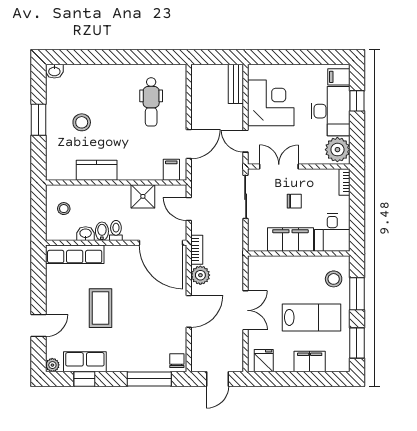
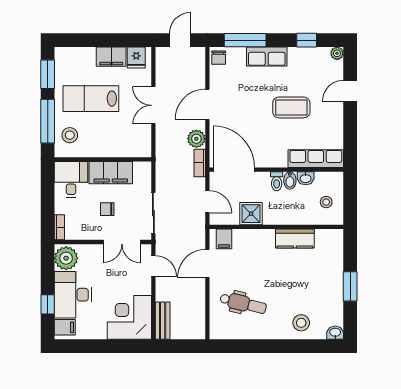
dental chair: (151, 102) -> (243, 303), turned 104
corner desk: (271, 103) -> (129, 317), moved, turned 90
stool: (82, 122) -> (301, 323), moved
window: (357, 294) -> (48, 121), width x1.44
coffee table: (100, 308) -> (291, 107), turned 90
row of seats: (85, 362) -> (267, 56), moved
filing cabinet: (310, 362) -> (111, 57), moved

